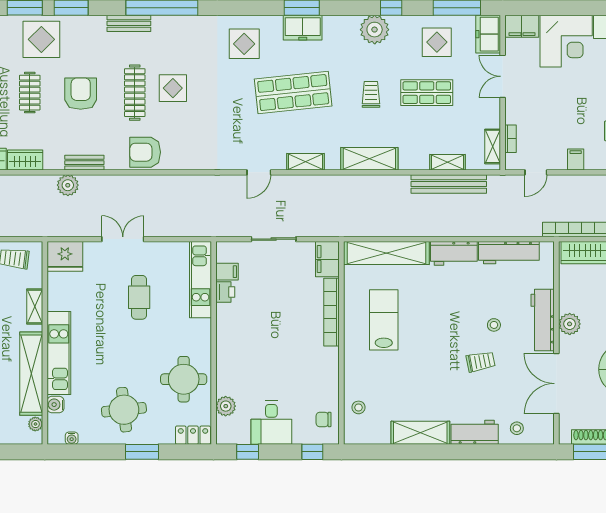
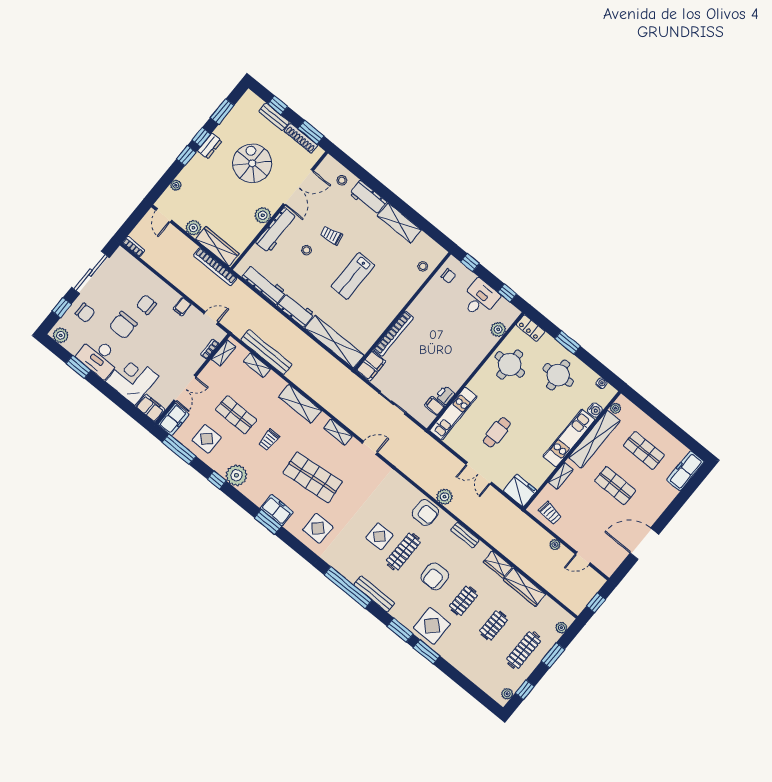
bench: (129, 23) -> (374, 594), width x1.36
plant: (68, 185) -> (445, 497), moved
lab bench: (384, 320) -> (353, 276), moved

